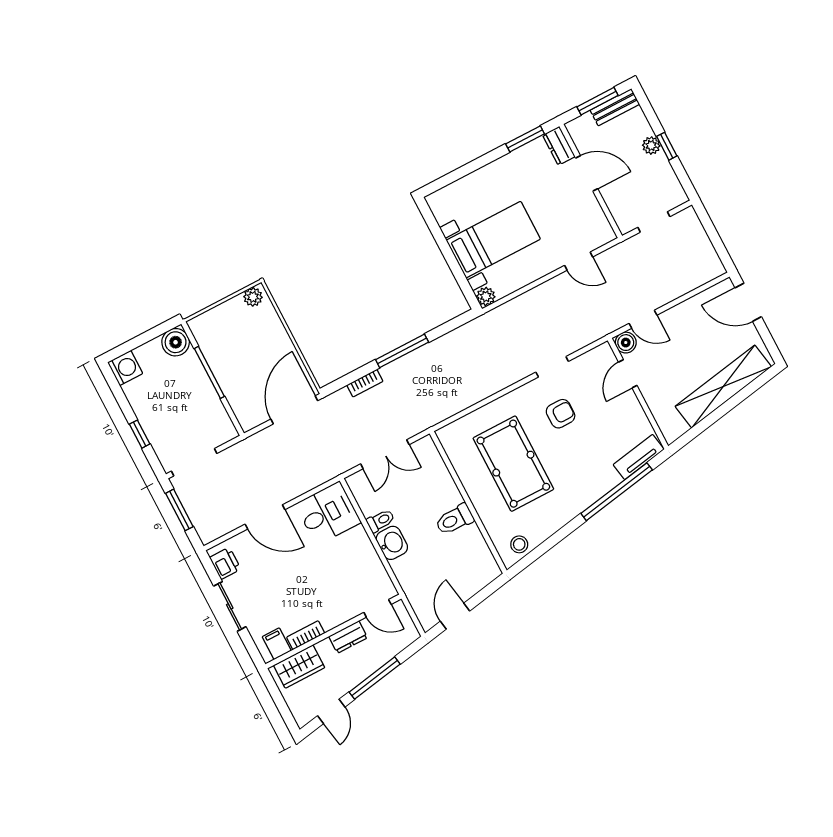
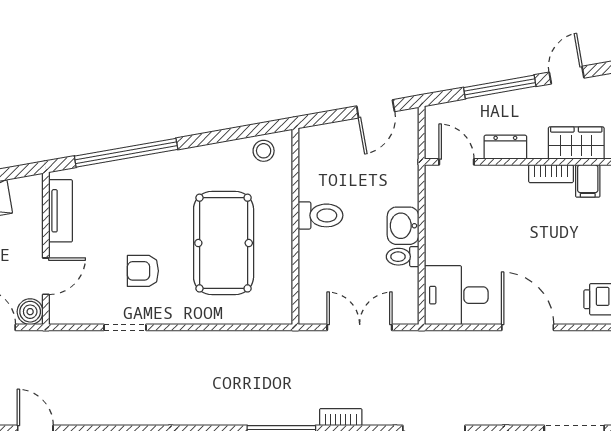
tv unit: (639, 457) -> (61, 211), moved, turned -80

